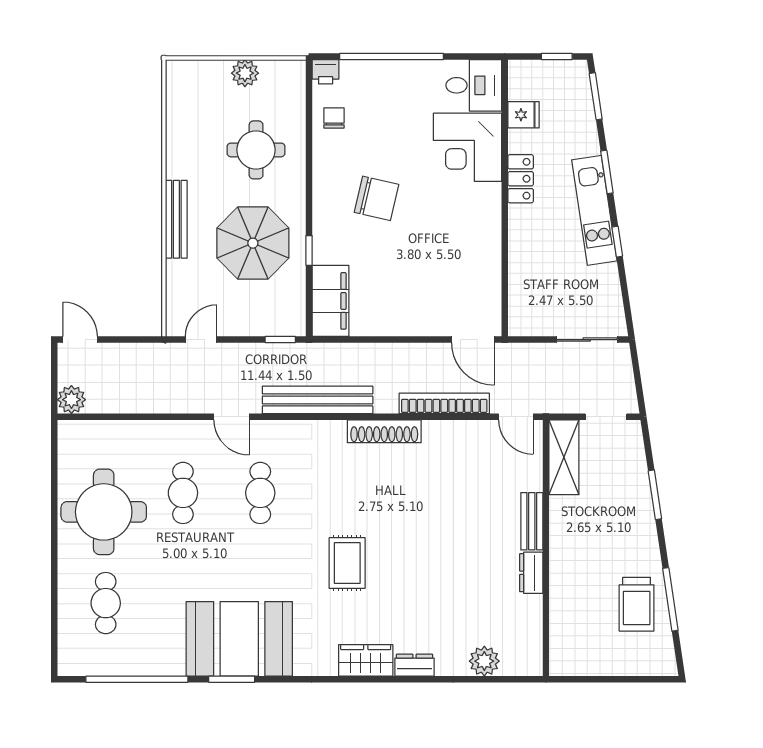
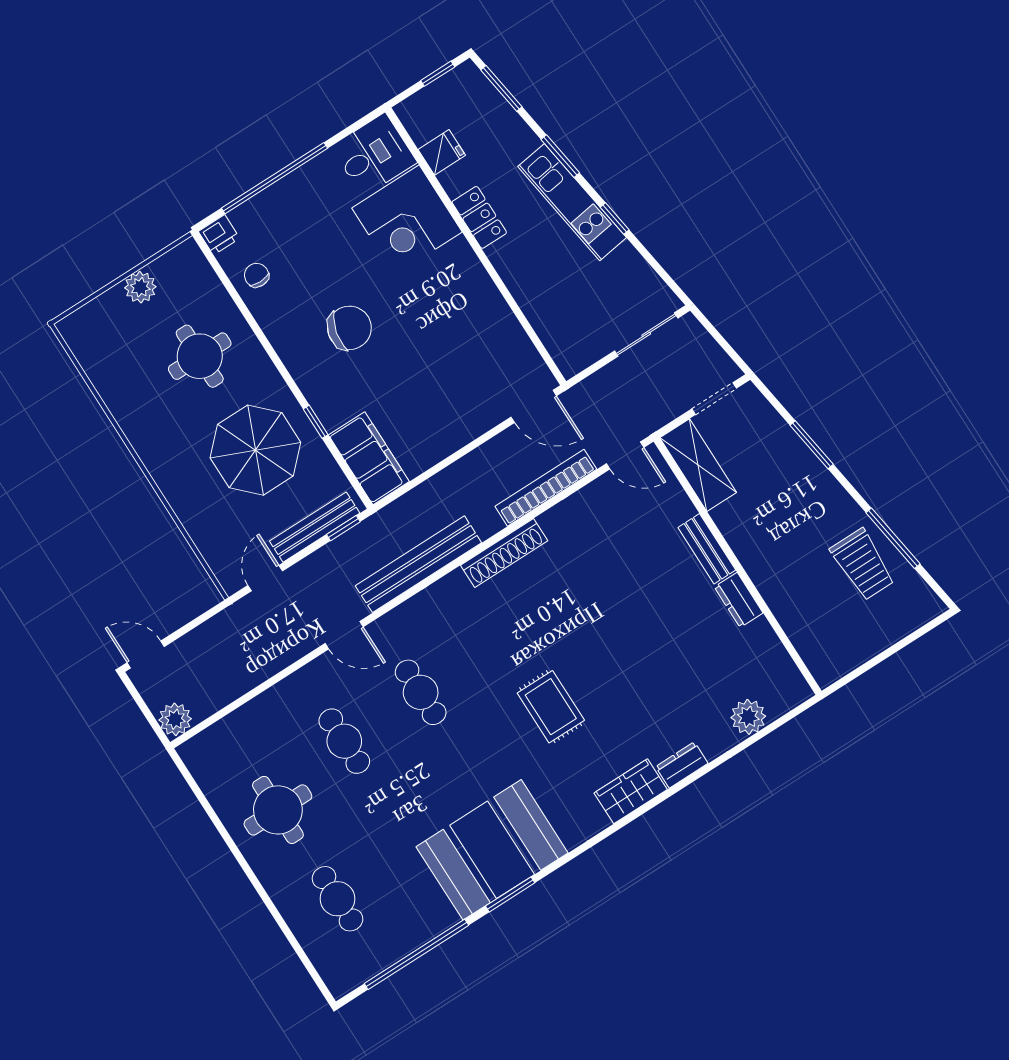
bench: (176, 219) -> (315, 527), moved, turned 90
round table: (104, 512) -> (278, 810), width x0.73, depth x0.73

